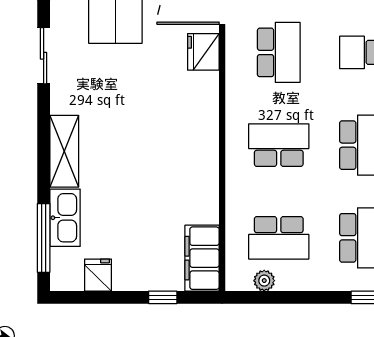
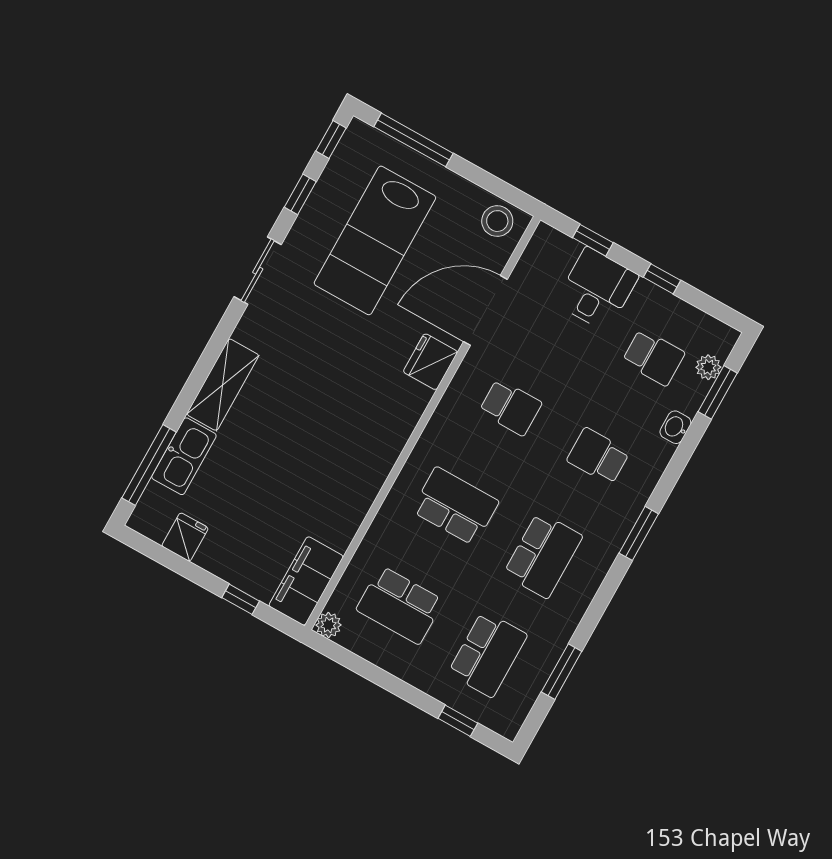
school desk: (279, 52) -> (510, 407), width x0.54
plant: (264, 281) -> (329, 625), moved

